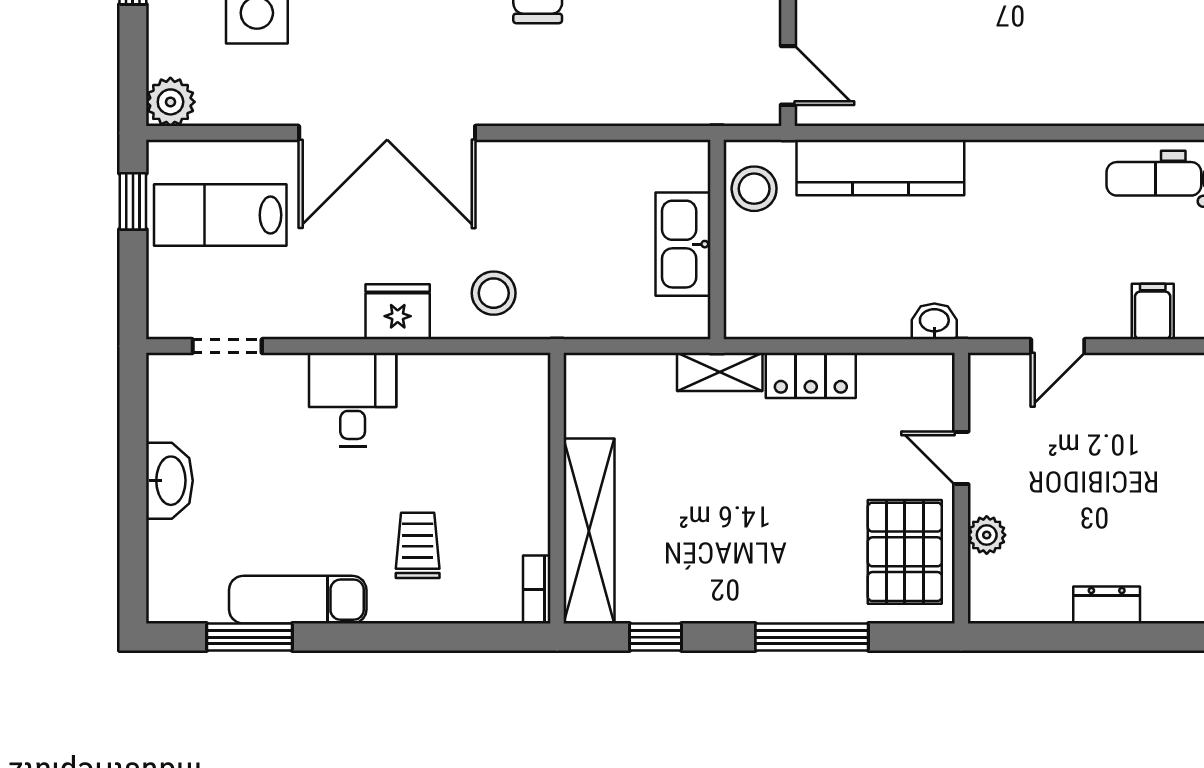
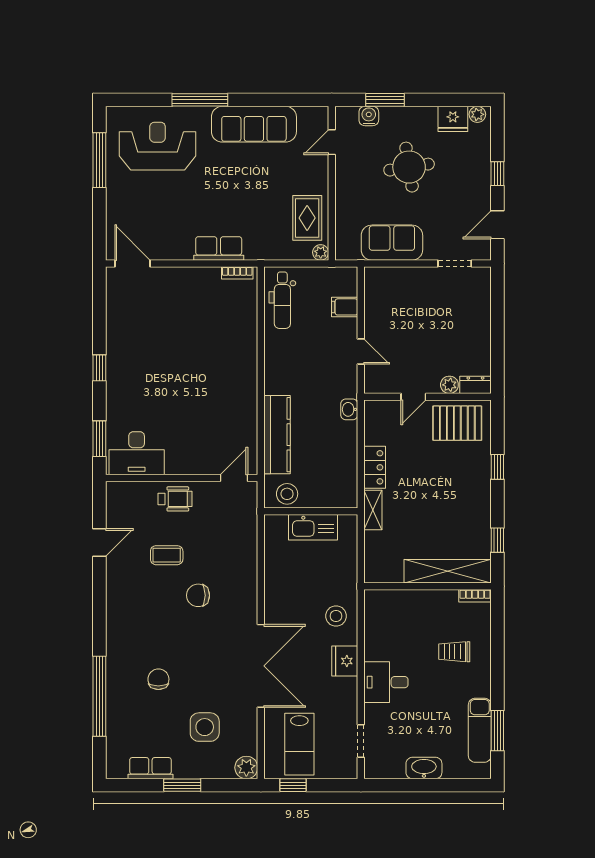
exam couch: (298, 600) -> (480, 730), moved
dresser: (1107, 605) -> (475, 385), moved, turned 90
window: (812, 637) -> (497, 467), width x0.46

